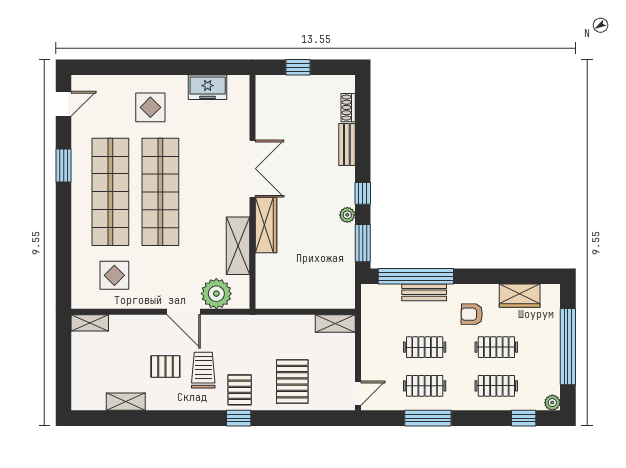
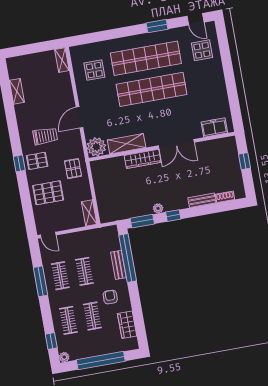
freezer: (208, 87) -> (214, 127), moved, turned 90
display table: (150, 107) -> (202, 50), moved
plant: (216, 294) -> (96, 147), moved
pallet: (165, 367) -> (73, 169), moved

